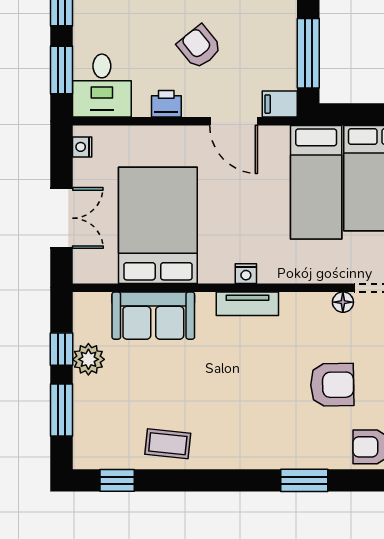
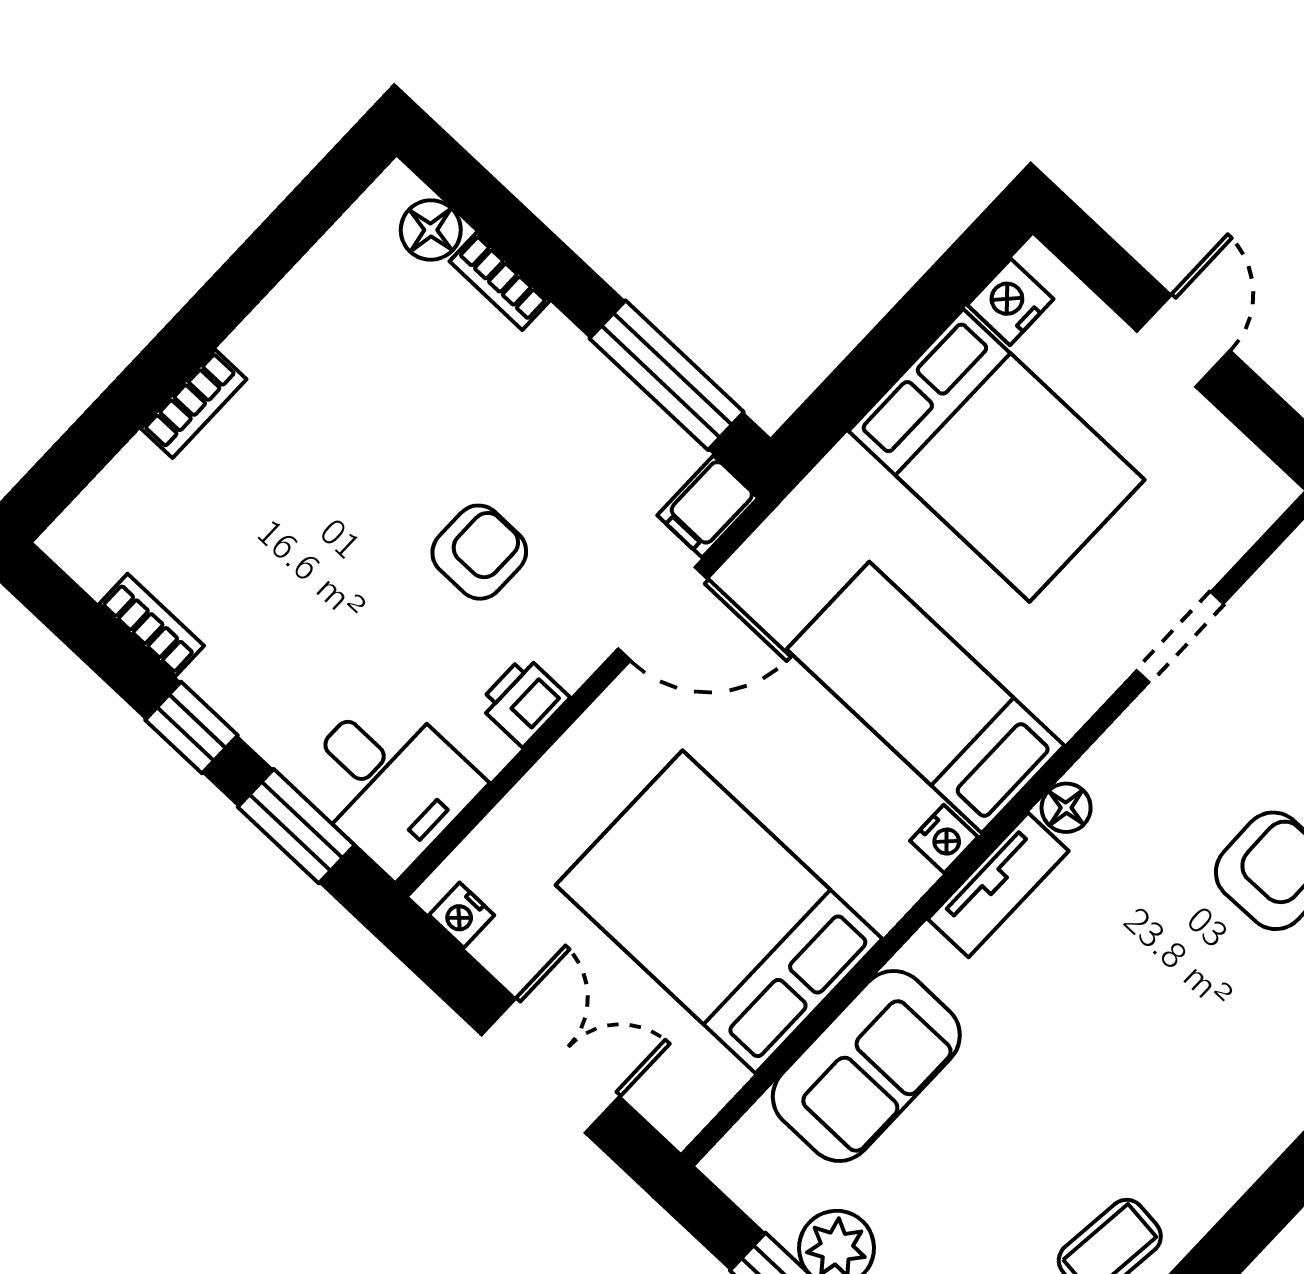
armchair: (199, 47) -> (479, 552), turned 129
bed: (316, 182) -> (926, 697), moved, turned 180
floor lamp: (343, 302) -> (1066, 808), moved

